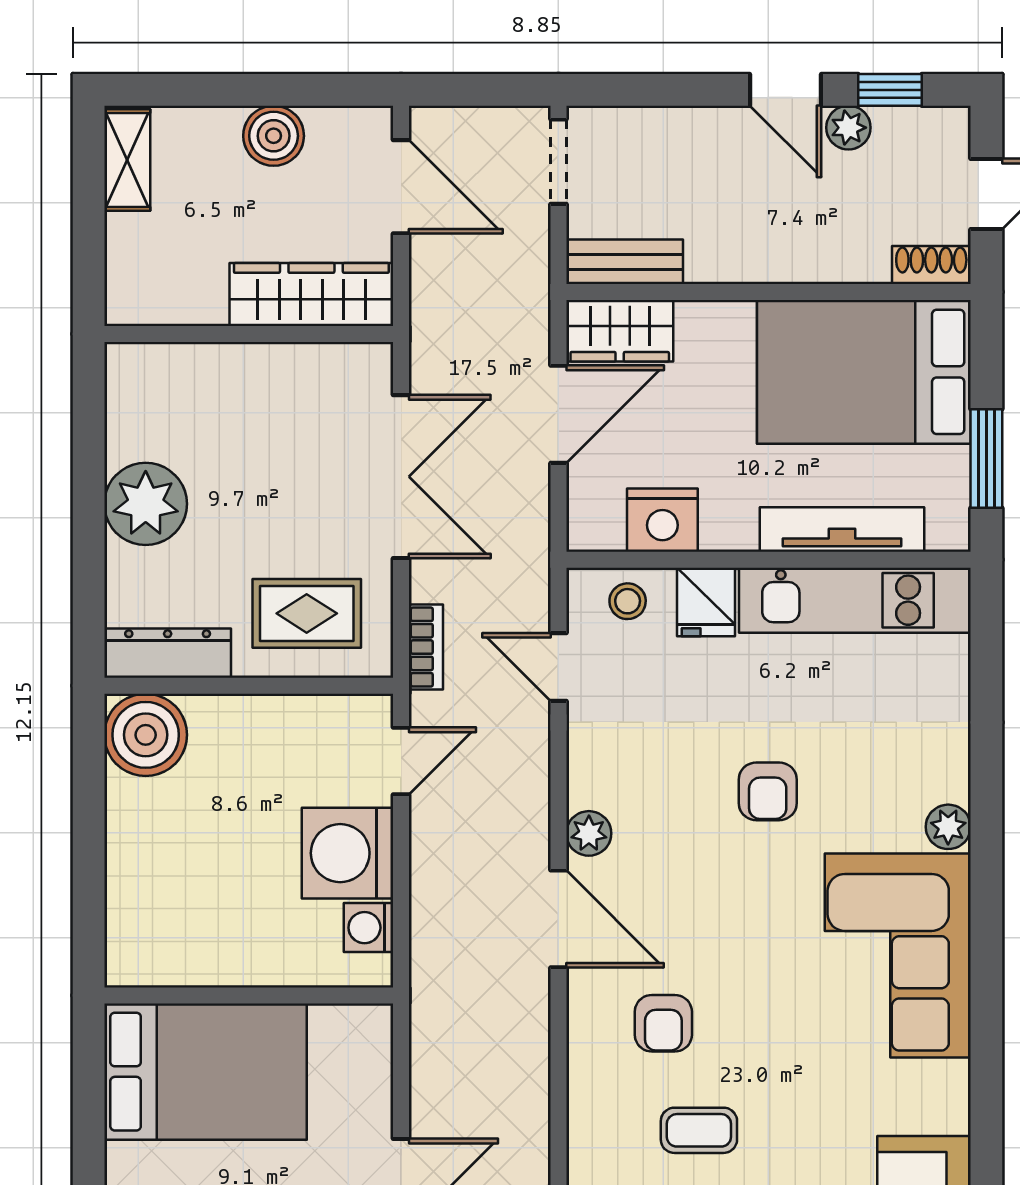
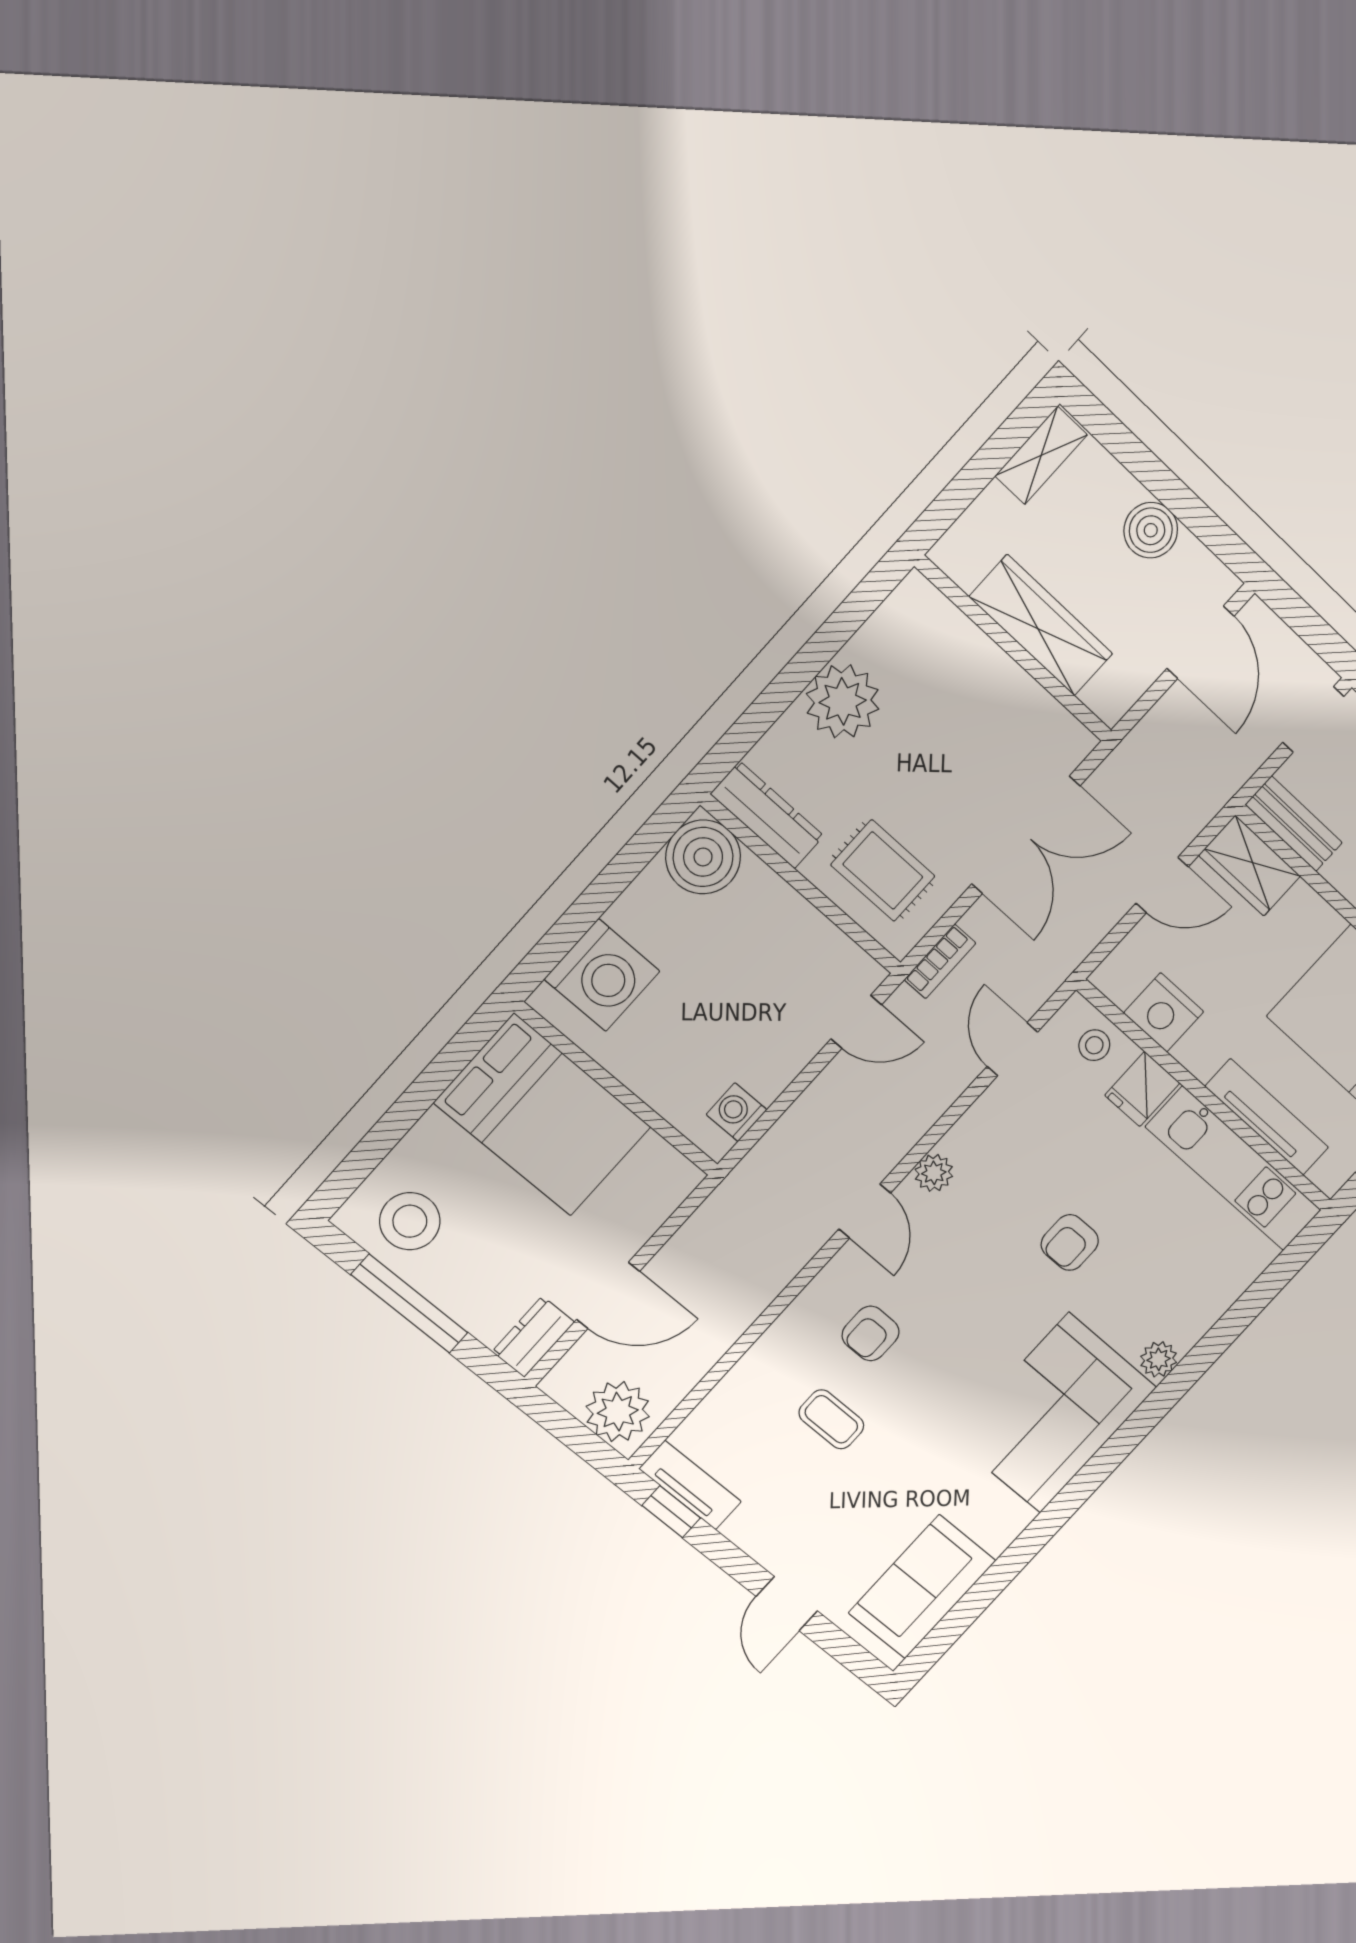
wardrobe: (311, 294) -> (1041, 625), moved
door: (558, 414) -> (1162, 885), width x0.73
washing machine: (347, 853) -> (602, 975), moved, turned 180
door: (558, 919) -> (865, 1211), width x0.73

